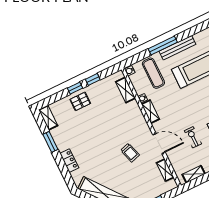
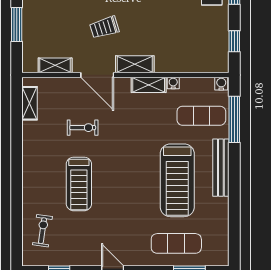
window: (163, 45) -> (234, 119), moved
window: (93, 79) -> (234, 41), moved
shelving: (125, 90) -> (135, 64), moved
door: (159, 144) -> (97, 75), hinge flipped

